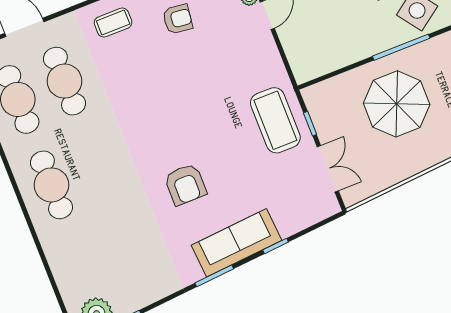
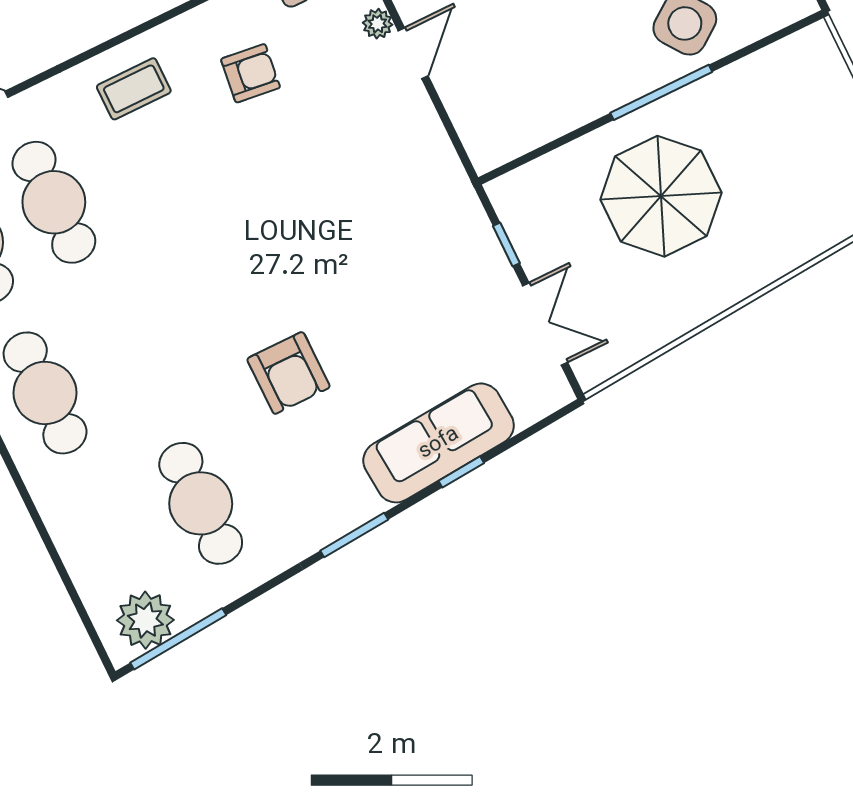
coffee table: (275, 120) -> (443, 243), removed
sofa: (236, 243) -> (439, 443), moved
cafe table: (132, 252) -> (201, 503), added

